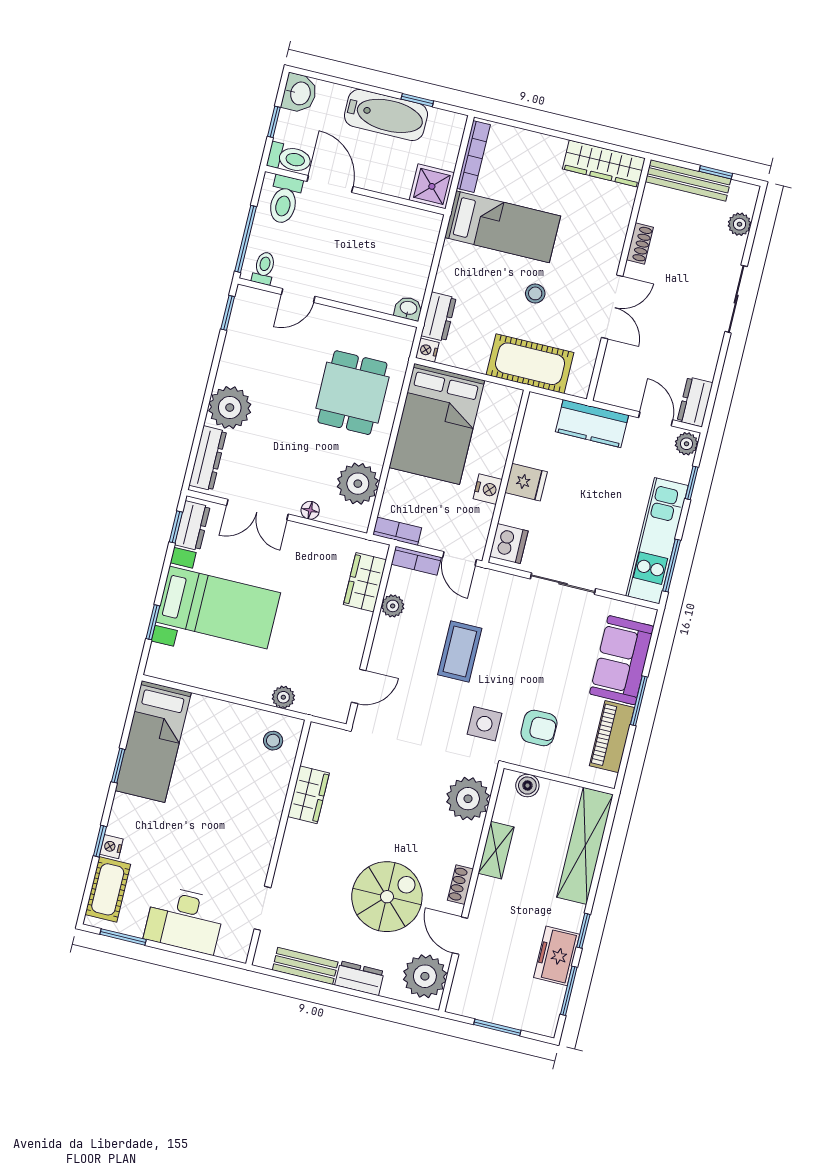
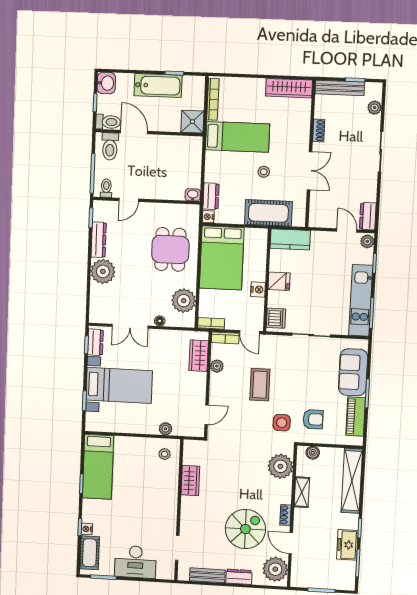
kitchen counter: (592, 424) -> (290, 239), moved
dresser: (208, 458) -> (99, 240), moved

